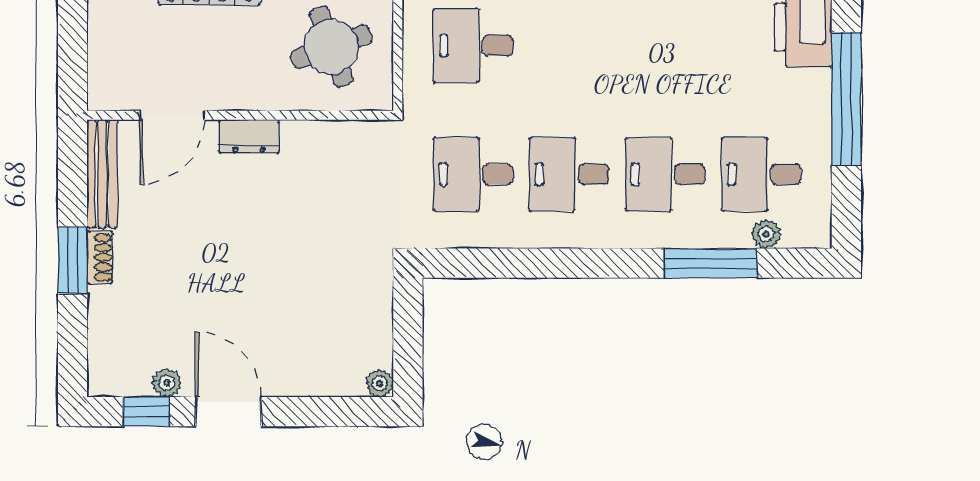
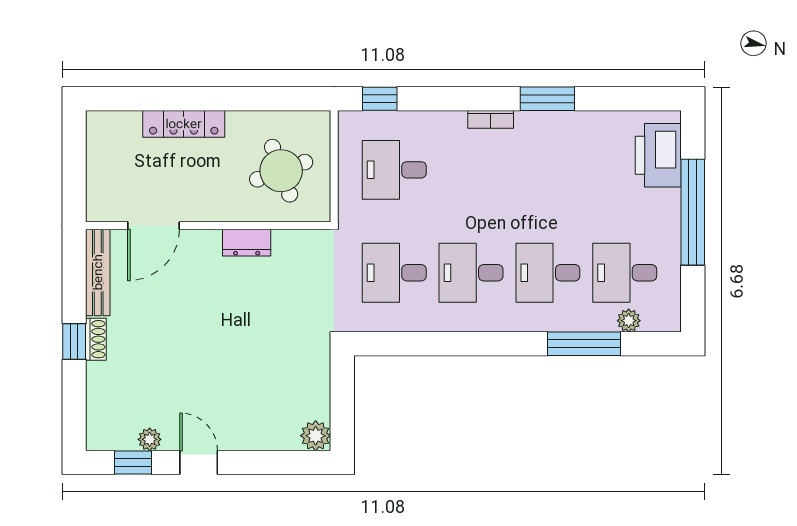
dresser: (249, 137) -> (247, 243), moved
window: (72, 260) -> (74, 342), width x0.67
plant: (380, 383) -> (316, 436), width x1.38, depth x1.38
door: (228, 412) -> (199, 463), width x0.73

